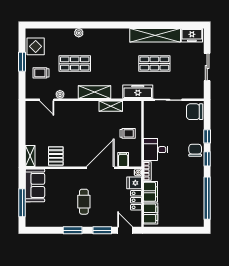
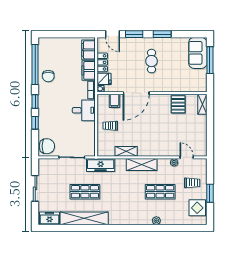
chair: (195, 150) -> (48, 76), moved
sofa: (35, 185) -> (198, 53), moved

